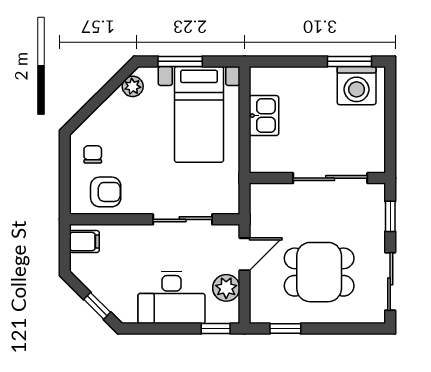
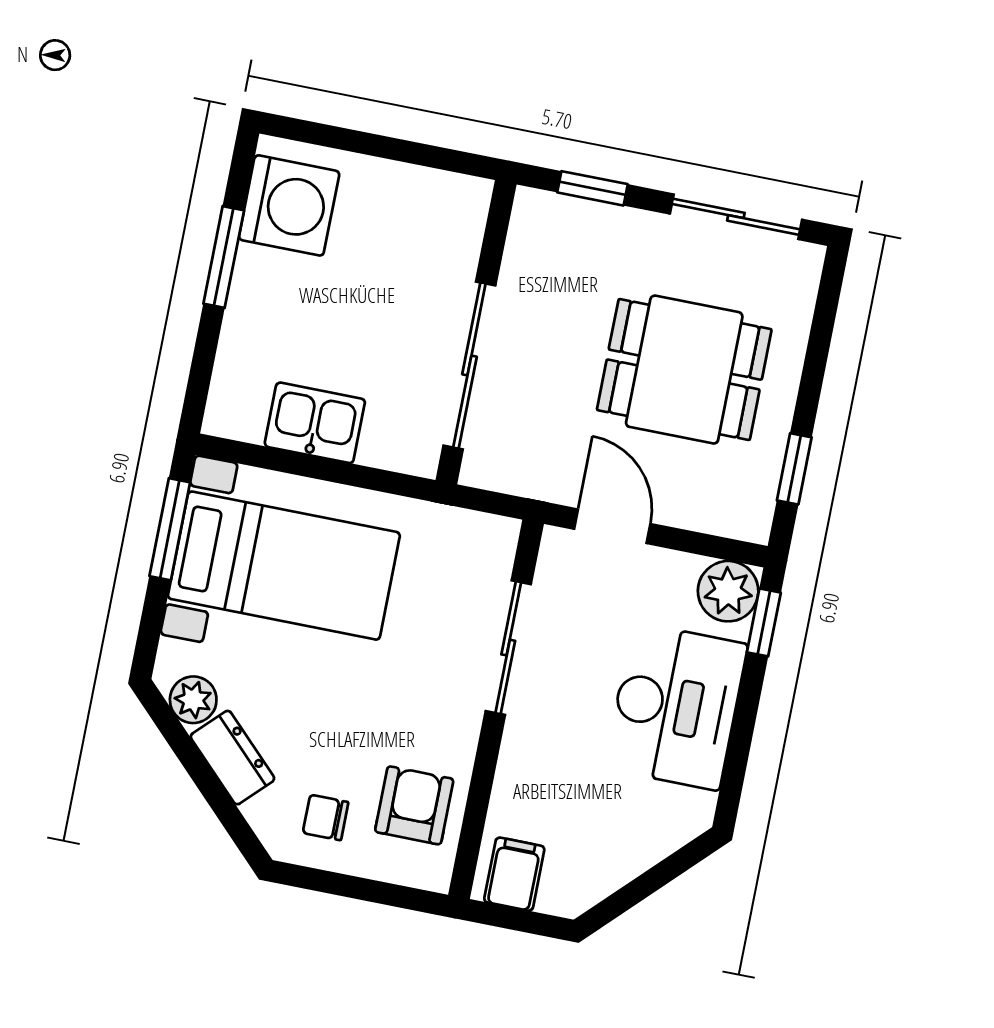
window: (180, 61) -> (170, 529), moved
window: (350, 61) -> (224, 257), moved
dresser: (111, 109) -> (232, 758), added
sliding door: (330, 178) -> (469, 366), moved
dining table: (319, 272) -> (684, 370), turned 90
plant: (226, 288) -> (728, 591), moved
window: (97, 306) -> (662, 874), removed

